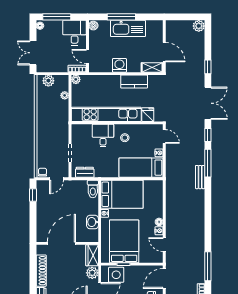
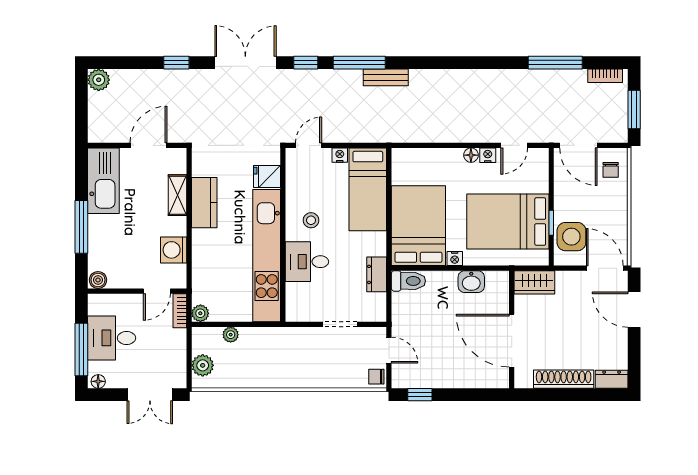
kitchen sink: (128, 28) -> (103, 181), moved
desk: (75, 33) -> (112, 338), moved
washing machine: (119, 65) -> (174, 250), moved
shelving: (152, 67) -> (178, 195), moved
dresser: (85, 172) -> (377, 274), moved
plant: (92, 273) -> (568, 282), removed

